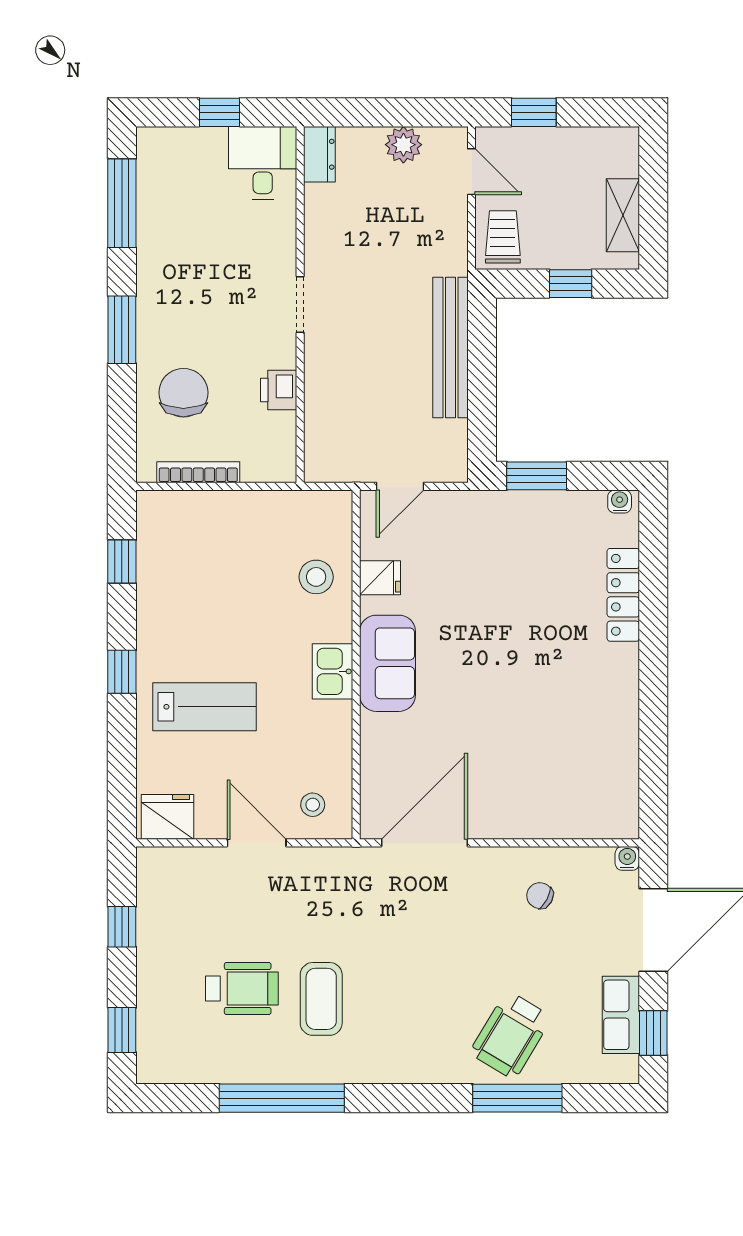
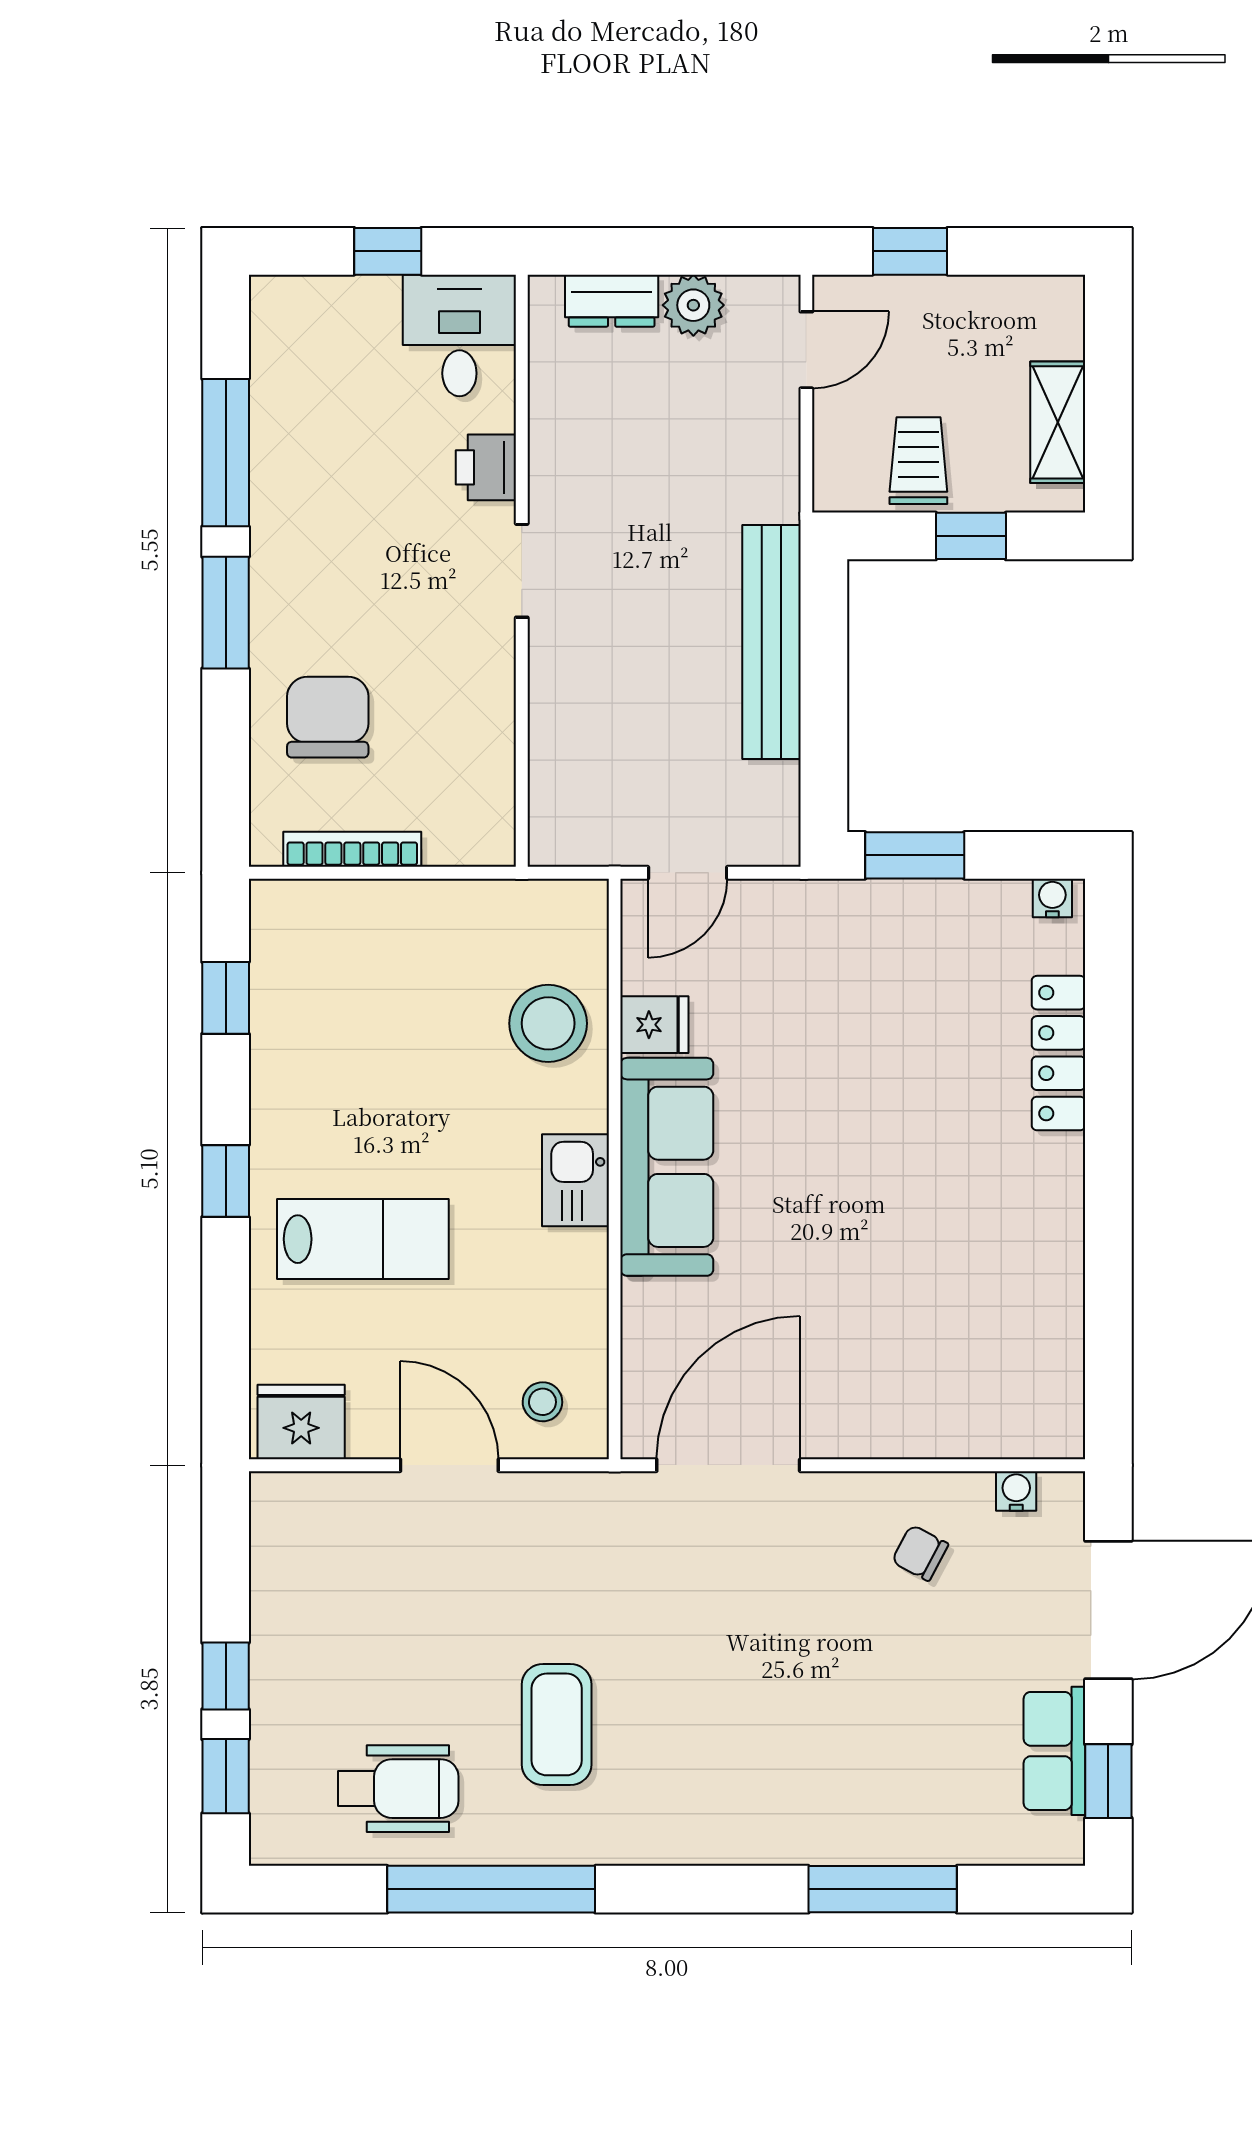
dresser: (319, 154) -> (612, 301), moved, turned 90
door: (471, 172) -> (806, 350), hinge flipped
window: (122, 203) -> (226, 453), moved
trolley: (503, 237) -> (918, 461), moved
printer: (279, 390) -> (486, 467), moved
stool: (316, 577) -> (548, 1023), width x1.38, depth x1.38
sofa: (388, 663) -> (667, 1167), width x1.36
water cooler: (627, 858) -> (1016, 1491), moved
window: (122, 927) -> (226, 1676), moved
wheelchair: (242, 989) -> (398, 1789), moved
wheelchair: (511, 1035) -> (872, 1785), removed

